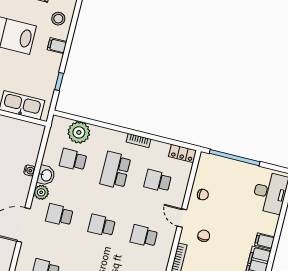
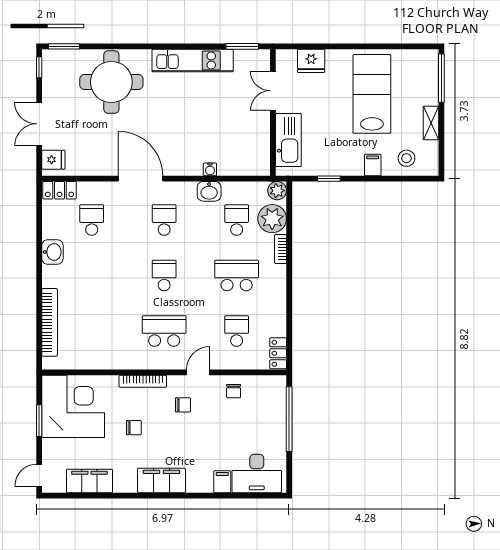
bookcase: (139, 141) -> (281, 249), moved
plant: (41, 192) -> (277, 191), moved
school desk: (144, 236) -> (164, 331), width x1.85
filing cabinet: (265, 241) -> (222, 482), moved

